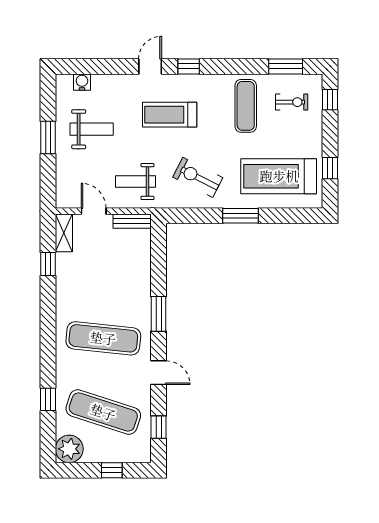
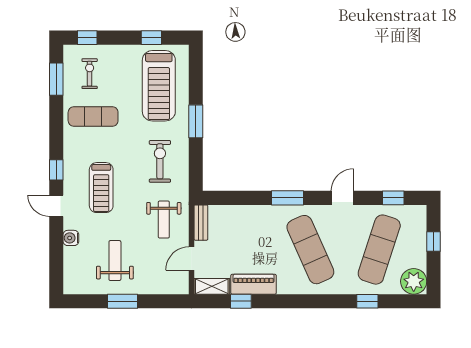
water cooler: (82, 82) -> (71, 238), moved
exercise bike: (198, 177) -> (160, 161), turned 153
piano: (66, 278) -> (254, 284), added
exercise mat: (103, 338) -> (310, 250), turned -30

